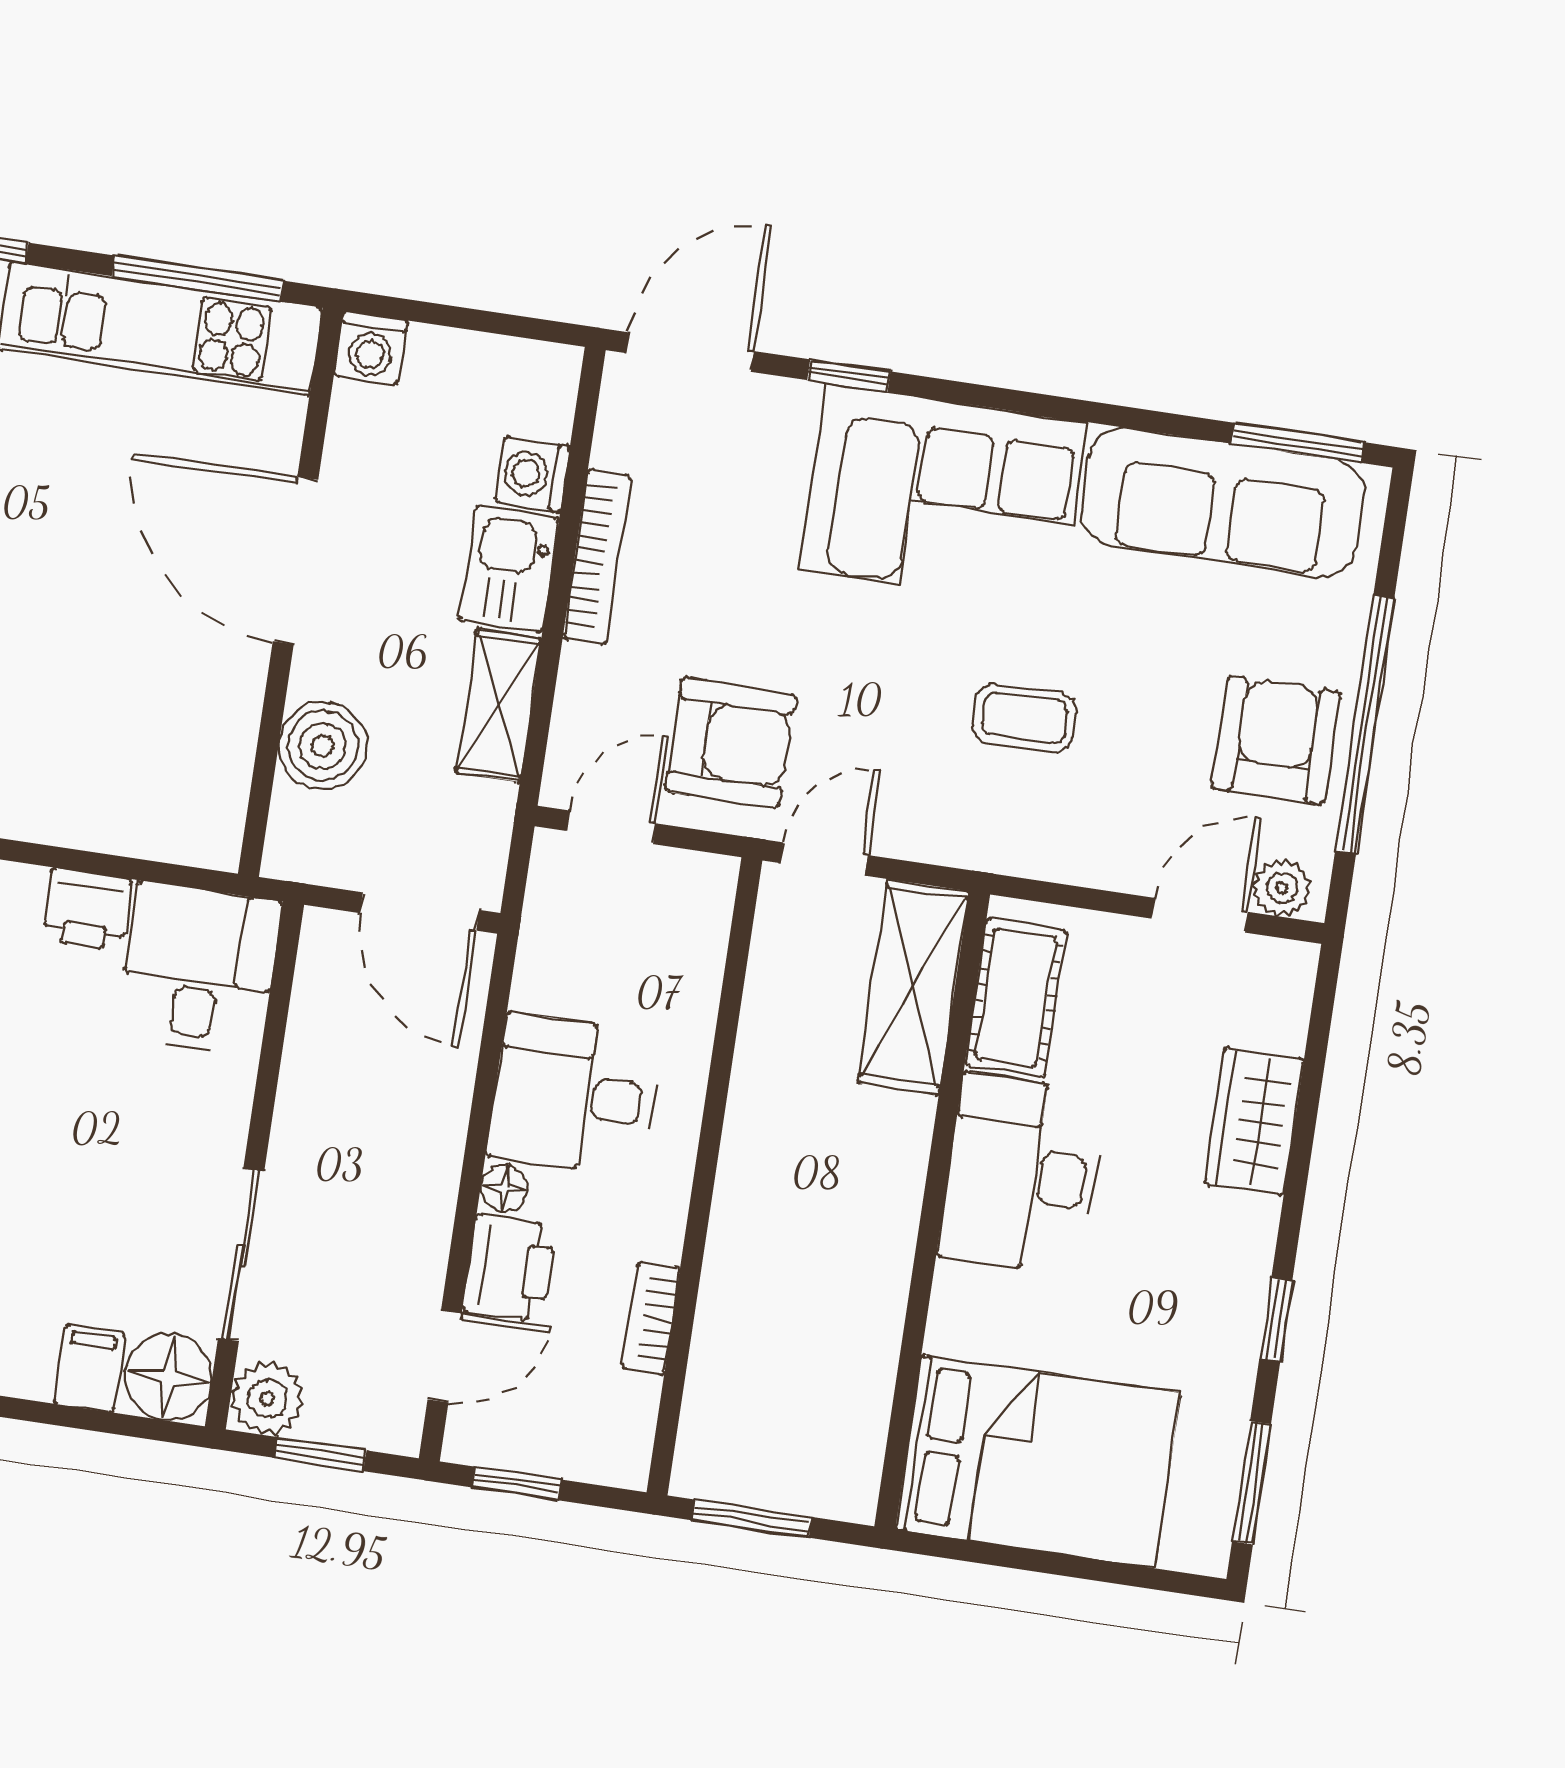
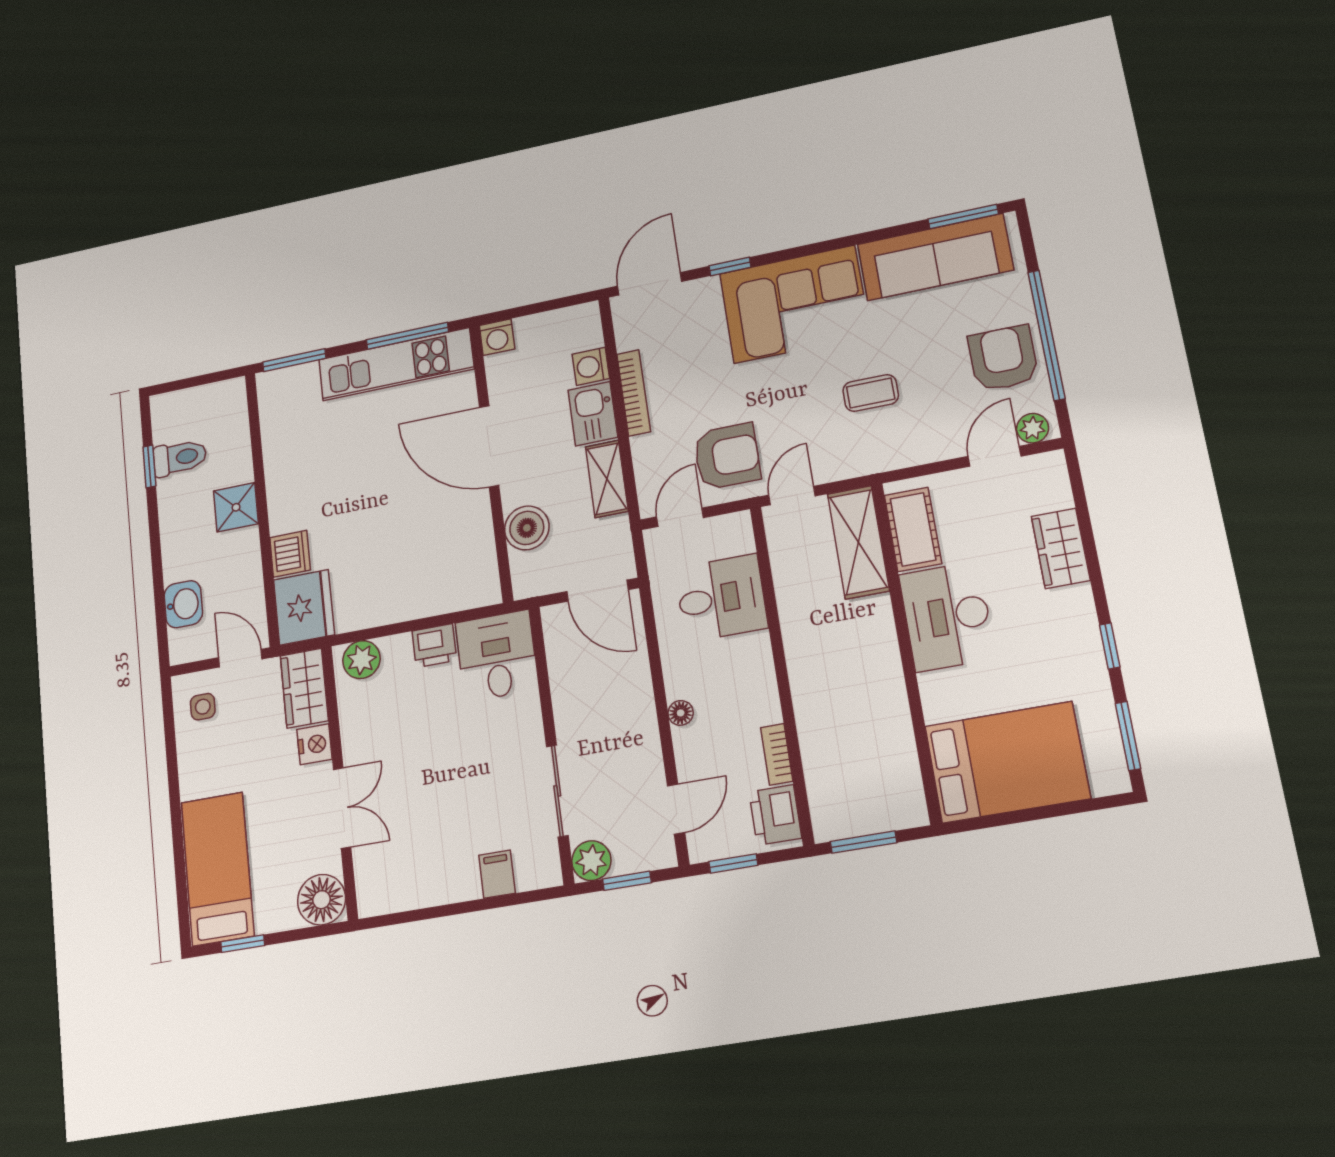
desk: (574, 1095) -> (721, 598), moved, turned 180
printer: (510, 1268) -> (775, 815), moved, turned 180
floor lamp: (168, 1377) -> (538, 866), removed

